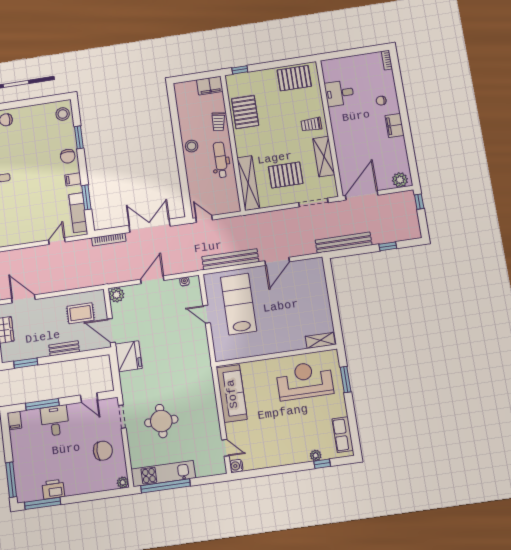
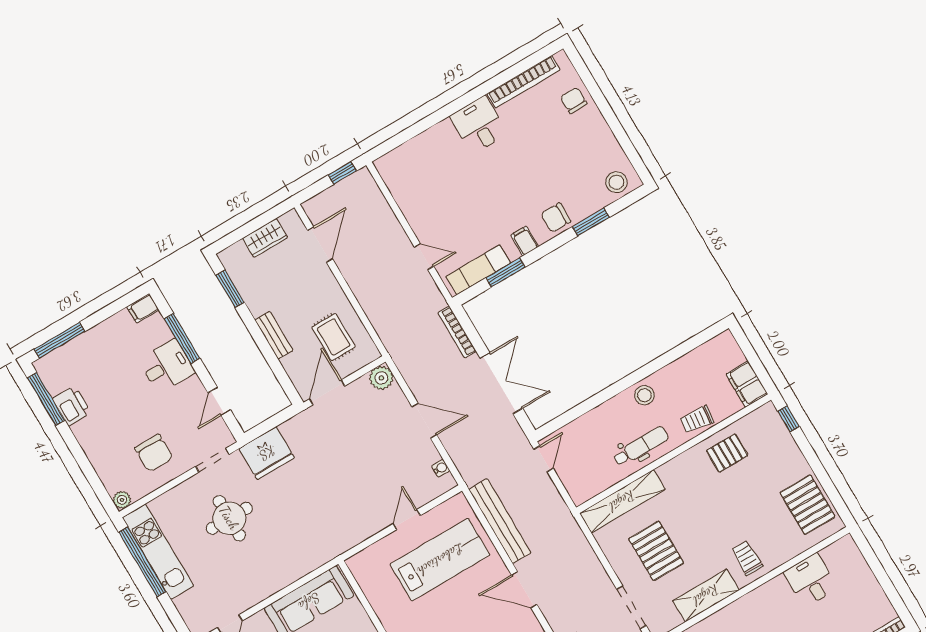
pallet: (245, 112) -> (727, 453), width x0.67, depth x0.71
fridge: (129, 356) -> (267, 453), moved

